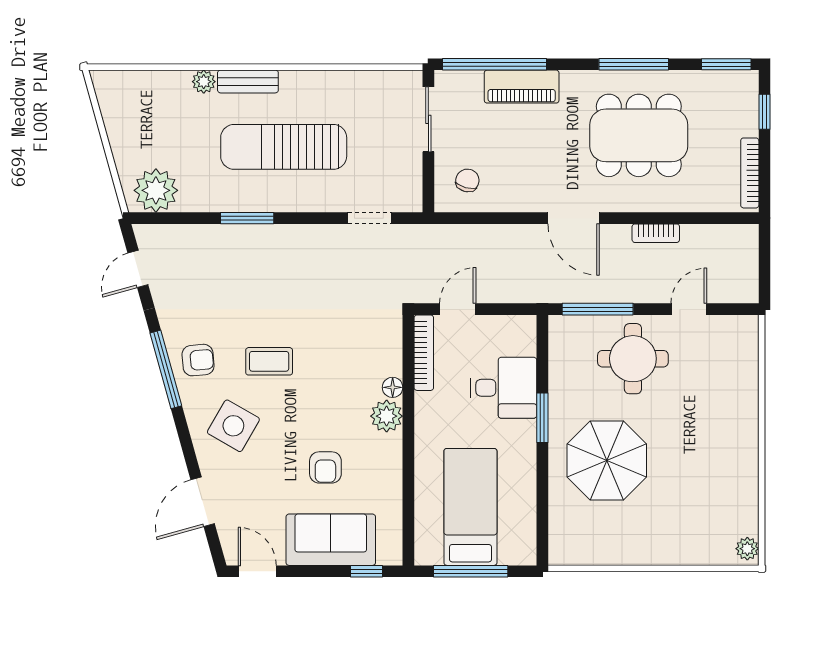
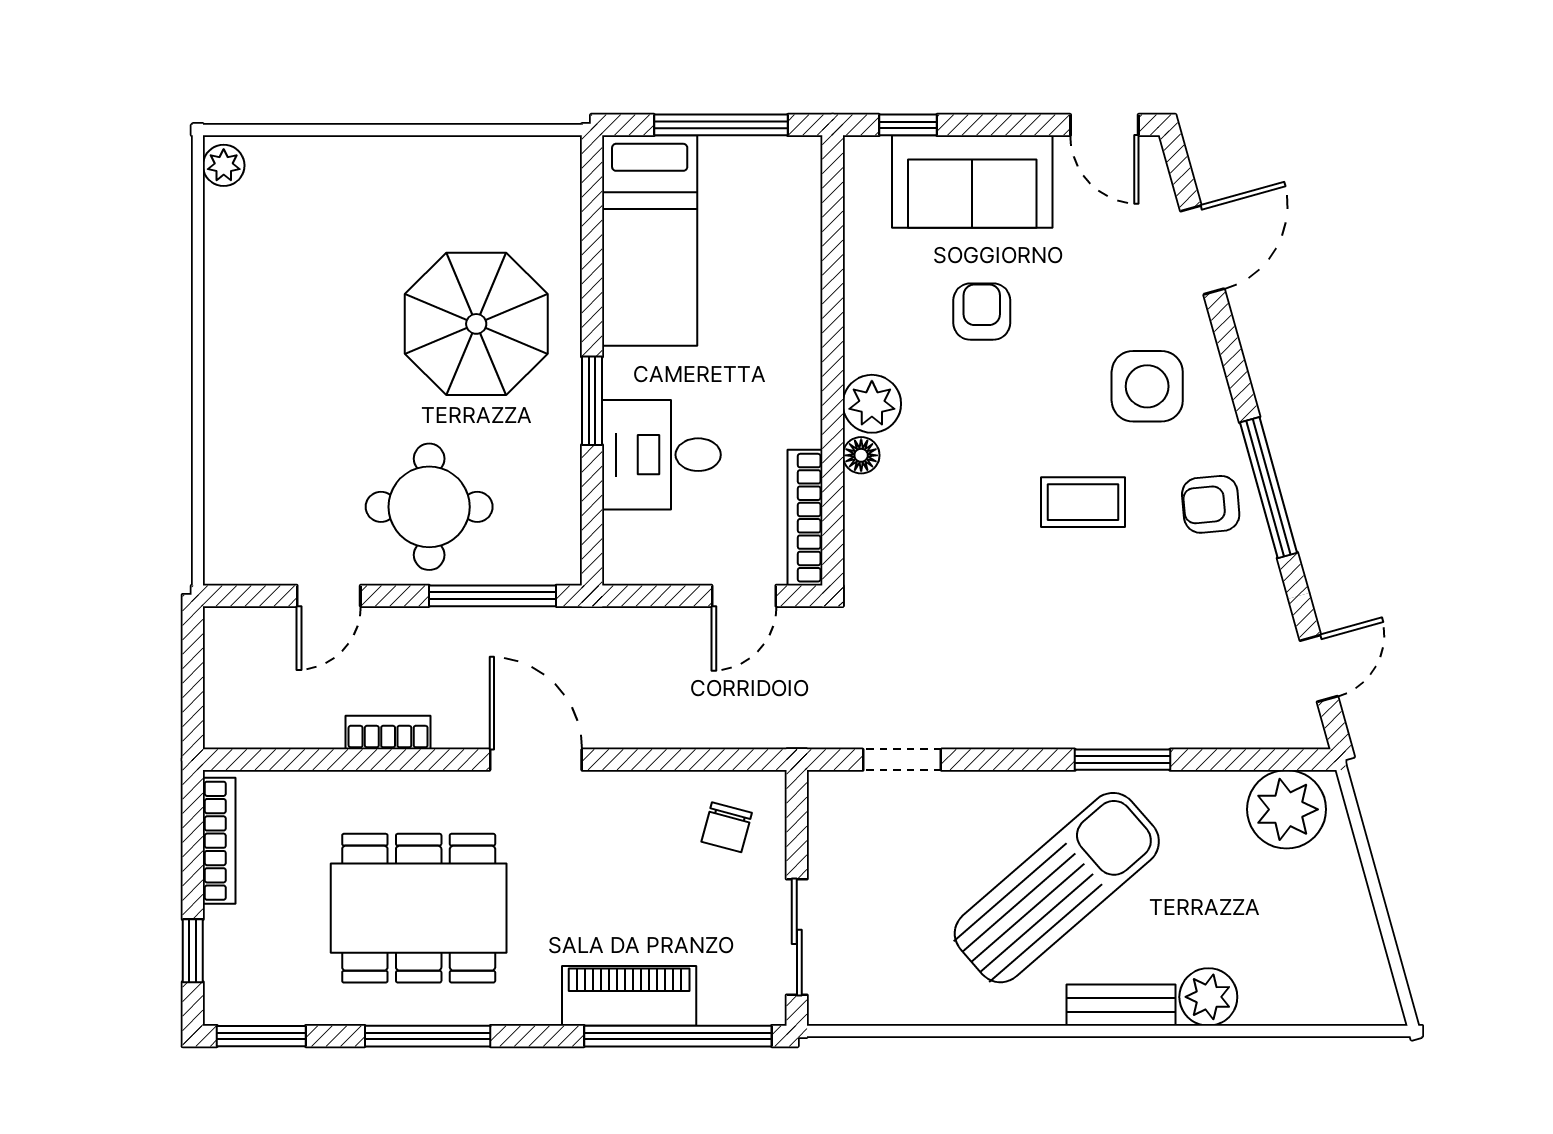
plant: (204, 82) -> (1208, 997), width x1.38, depth x1.38
sun lounger: (284, 147) -> (1057, 888), turned -41
side table: (233, 426) -> (1147, 386), turned -30
bed: (470, 507) -> (650, 241), moved

